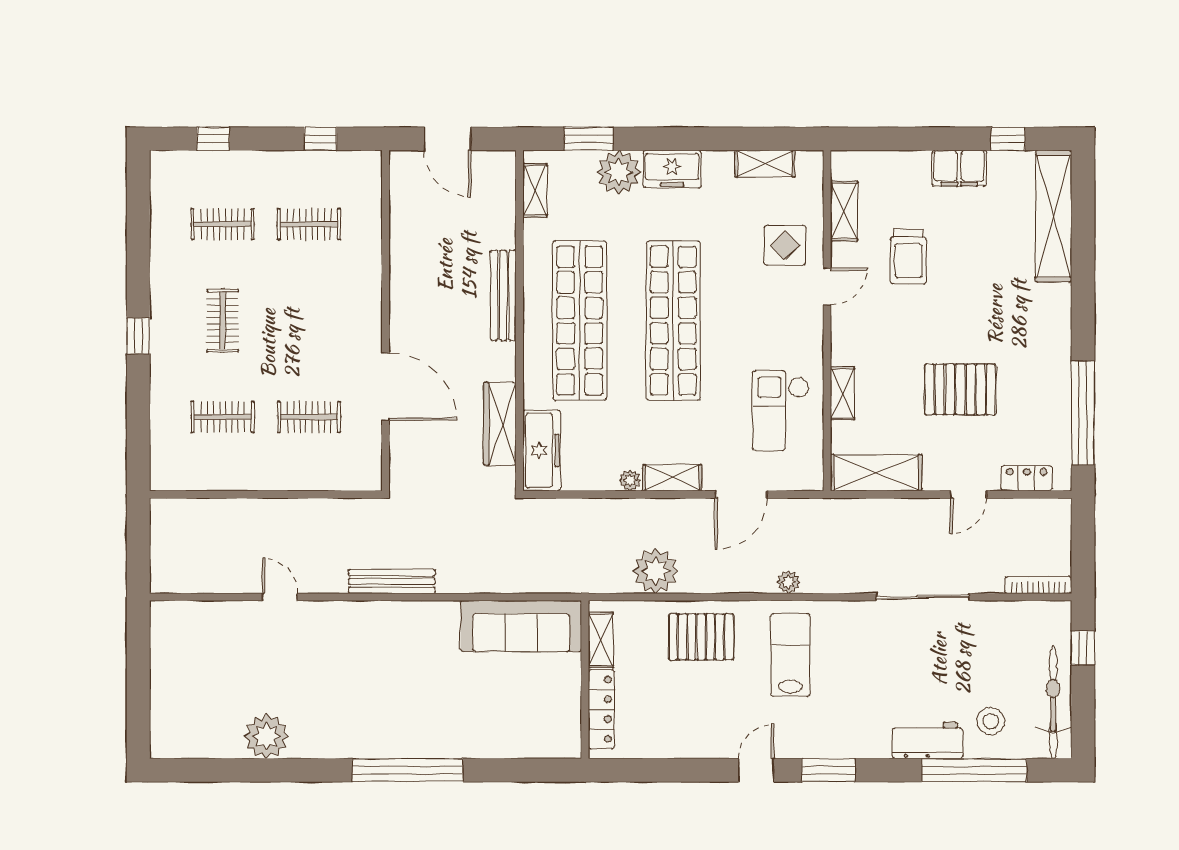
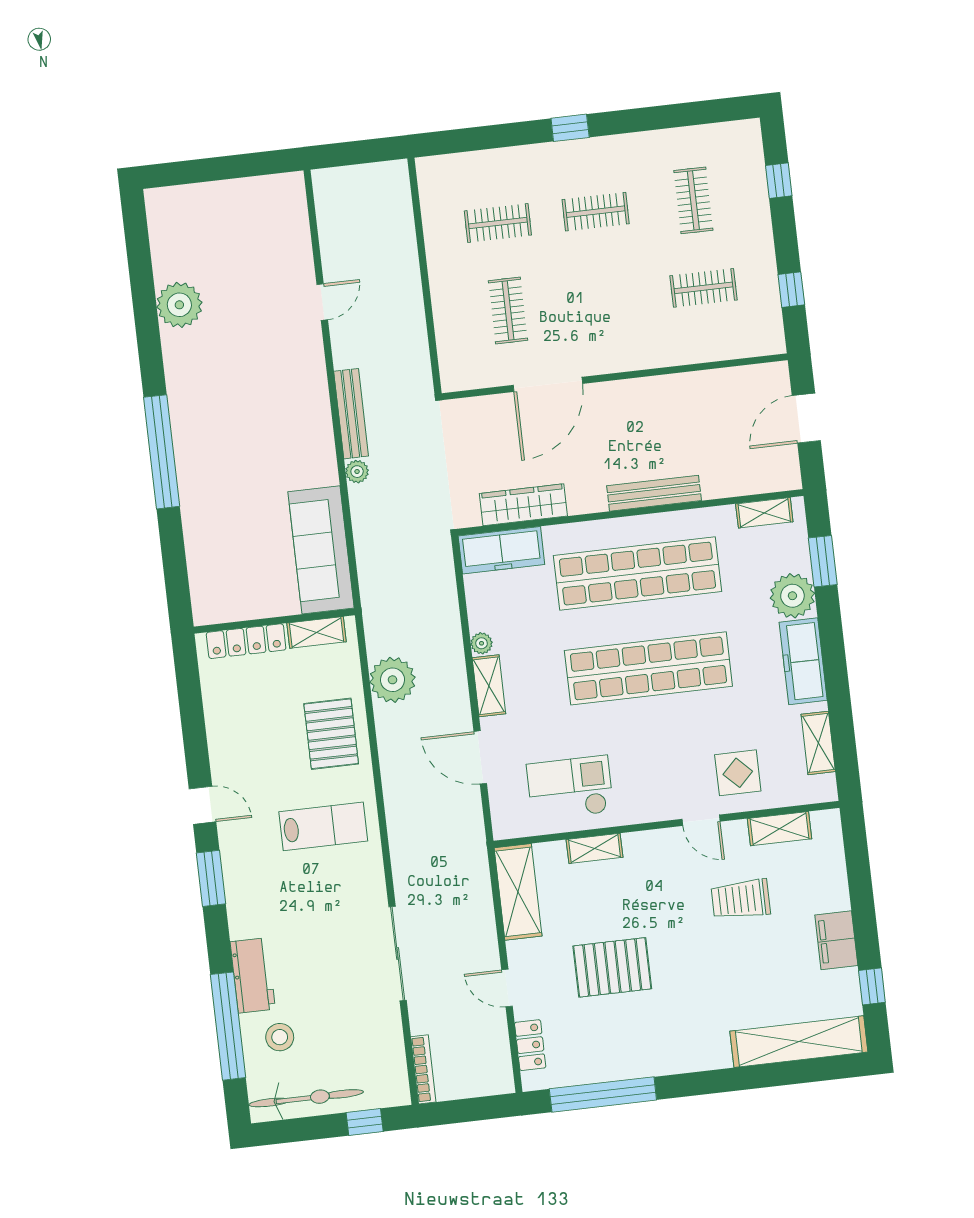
freezer: (672, 169) -> (803, 661), width x1.40
clothes rail: (309, 224) -> (703, 288), turned 90
pallet: (960, 389) -> (612, 967), turned 90
clothes rail: (223, 417) -> (498, 223), turned 90
plant: (788, 582) -> (357, 472), moved

